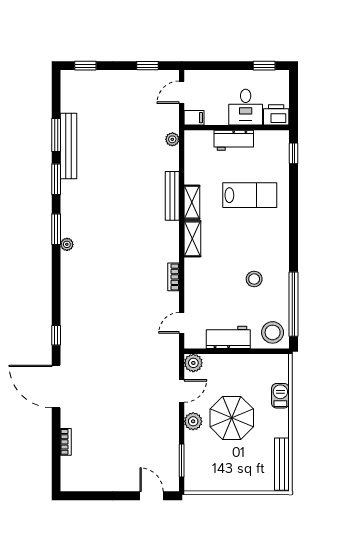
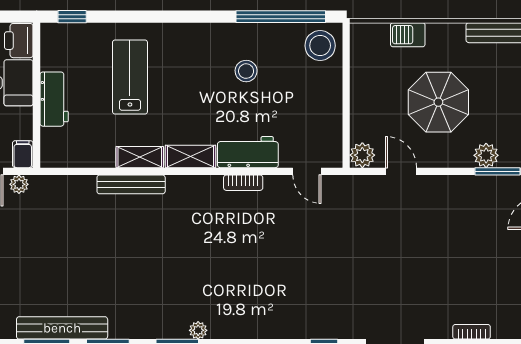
plant: (172, 139) -> (19, 184), moved
workbench: (228, 337) -> (248, 152), moved, turned 90
plant: (193, 421) -> (486, 155), moved

